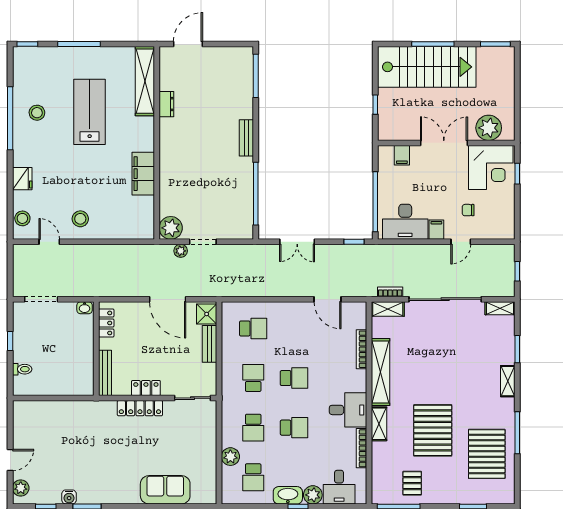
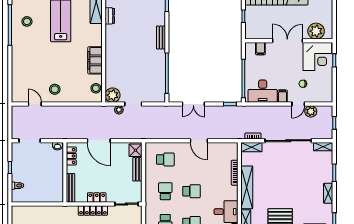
fridge: (22, 179) -> (18, 64), removed
stool: (22, 218) -> (96, 88), moved
plant: (481, 253) -> (311, 111), added
door: (168, 299) -> (99, 141), moved
door: (328, 299) -> (199, 141), moved

